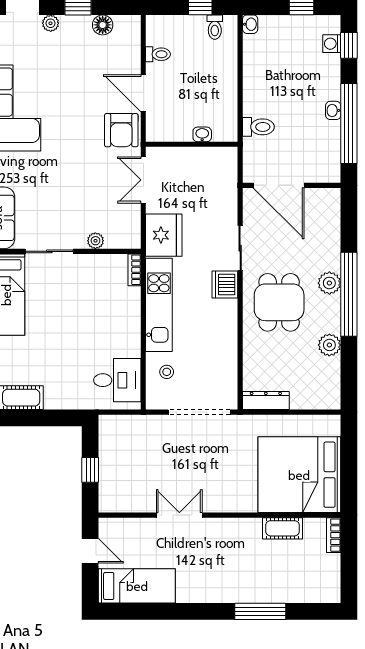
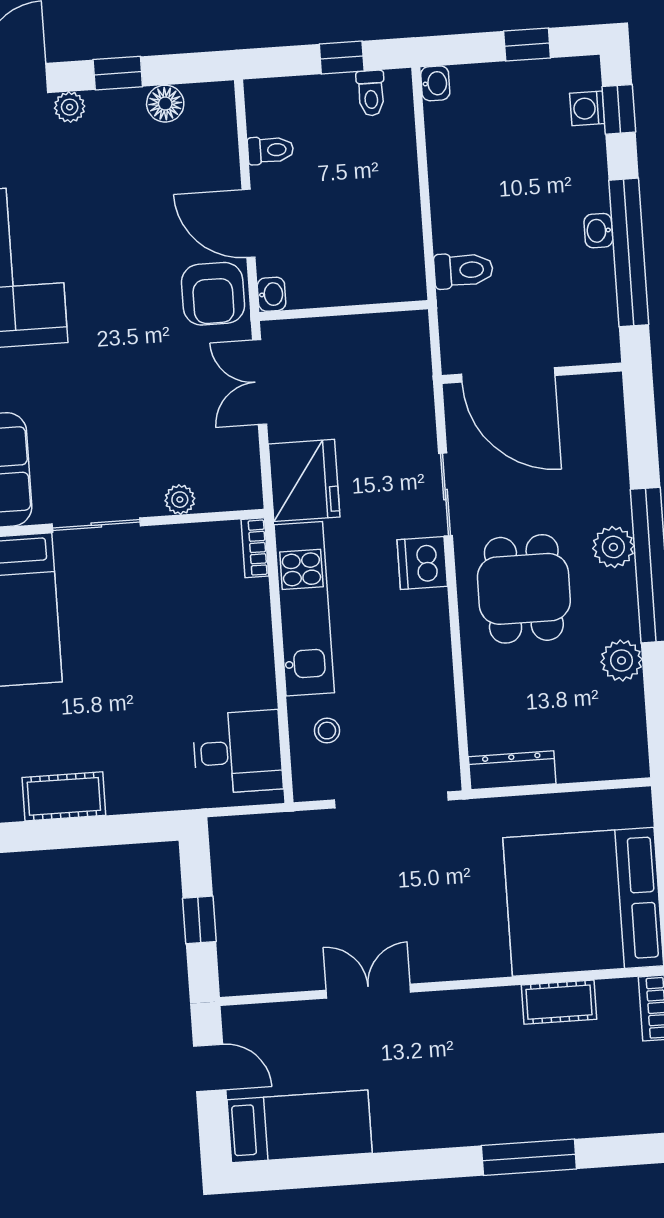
washbasin: (202, 134) -> (272, 294), moved, turned 90

